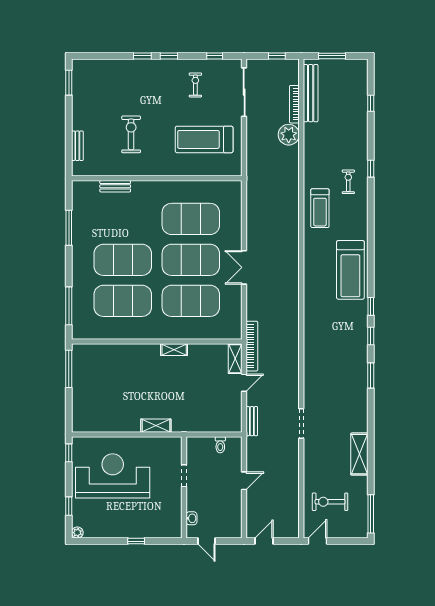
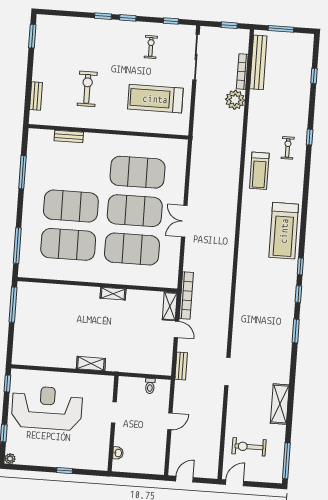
door: (244, 383) -> (176, 329), hinge flipped
door: (207, 541) -> (131, 475), removed

